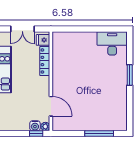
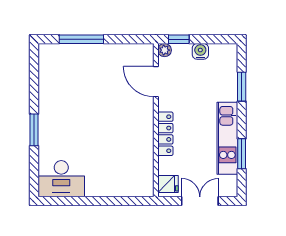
locker: (45, 61) -> (165, 134), moved
water cooler: (35, 126) -> (200, 51), moved

